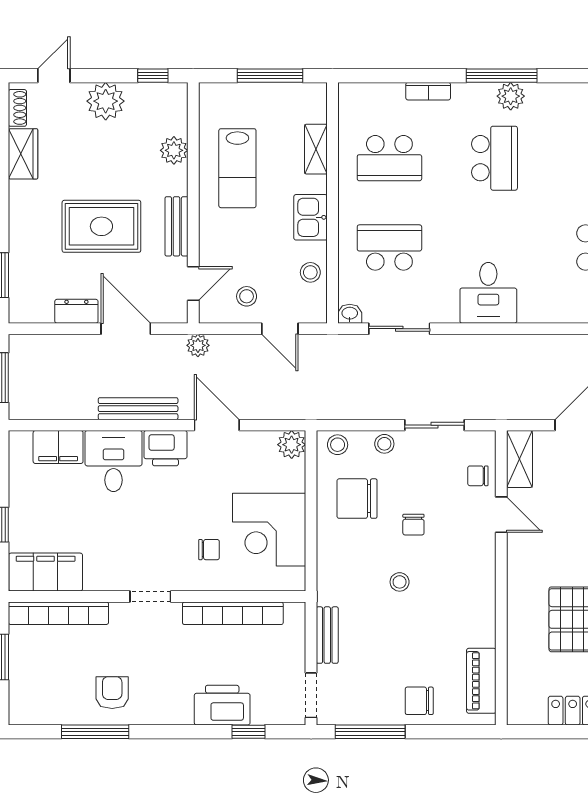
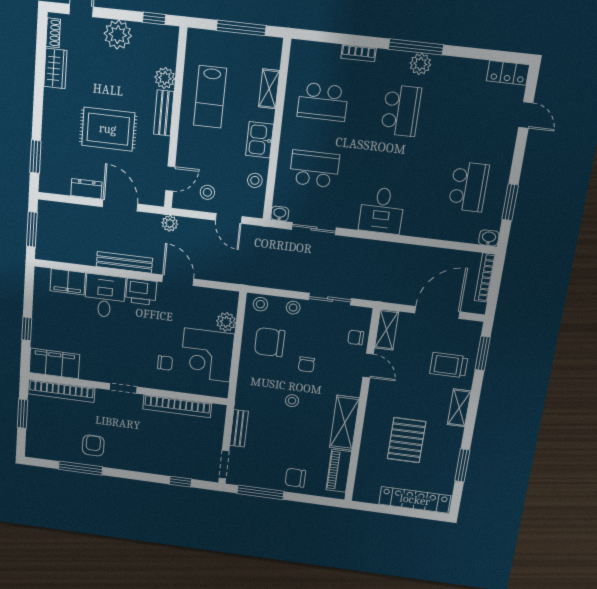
bench: (176, 226) -> (164, 113), moved
plant: (292, 445) -> (226, 322), moved
shelving: (479, 605) -> (344, 423), added
printer: (222, 705) -> (165, 463), removed

